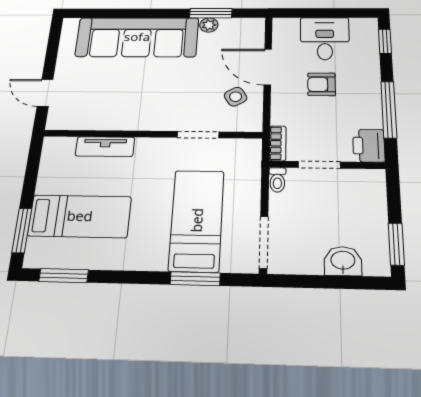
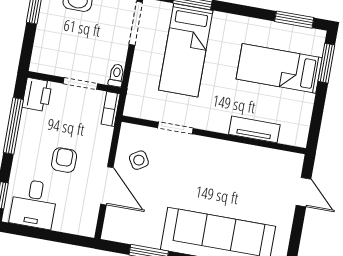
plant: (209, 25) -> (152, 240), removed
desk: (325, 38) -> (34, 204), moved
armchair: (322, 84) -> (64, 160), turned -90

